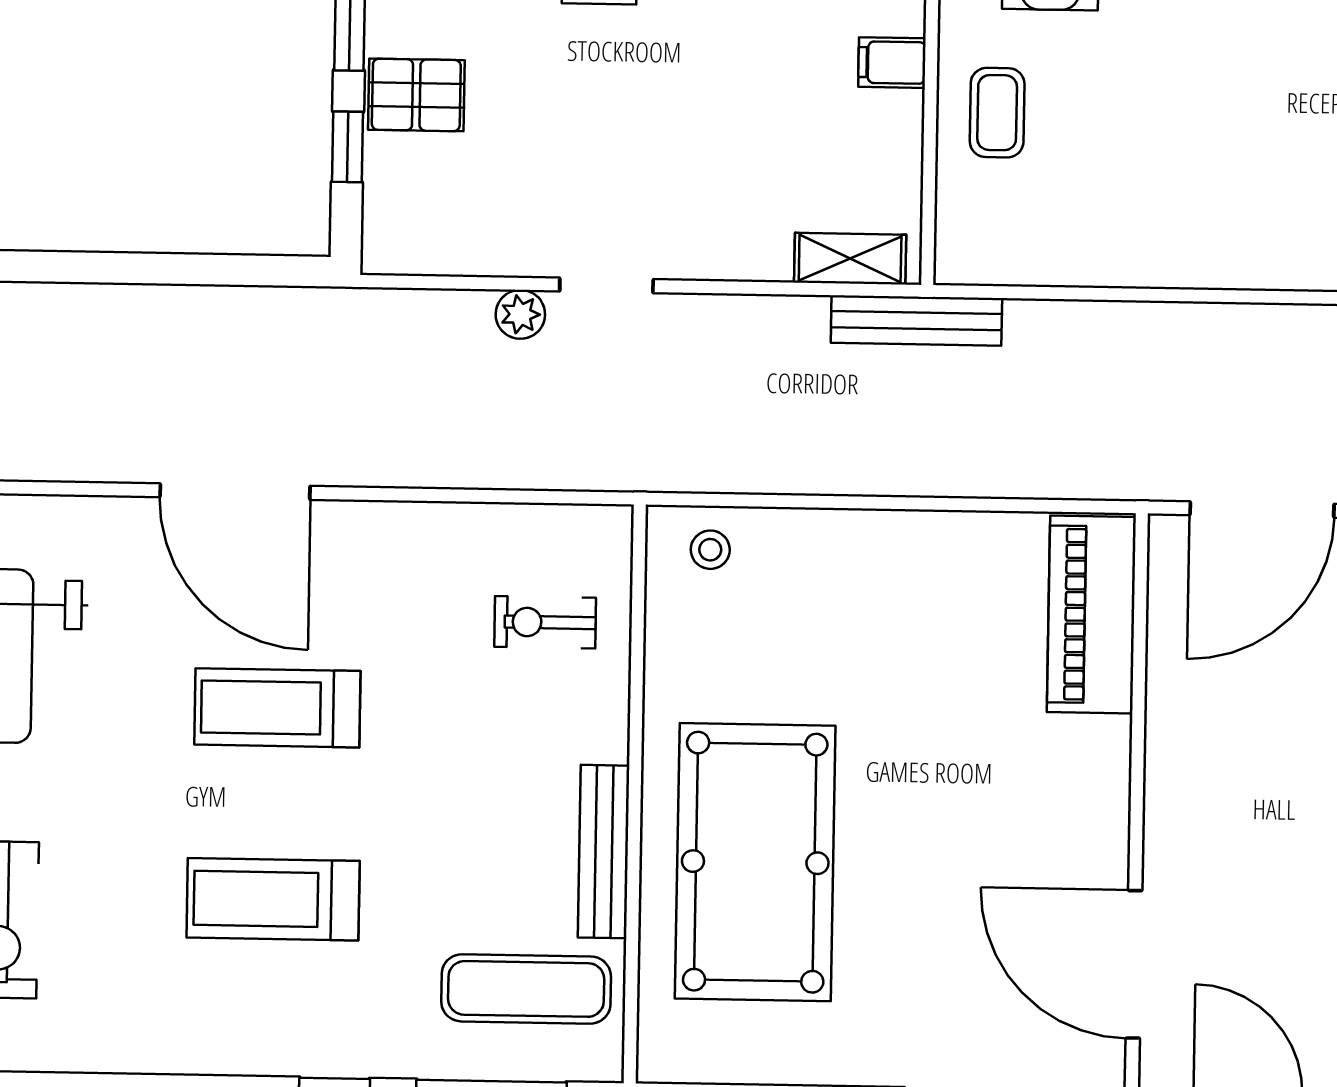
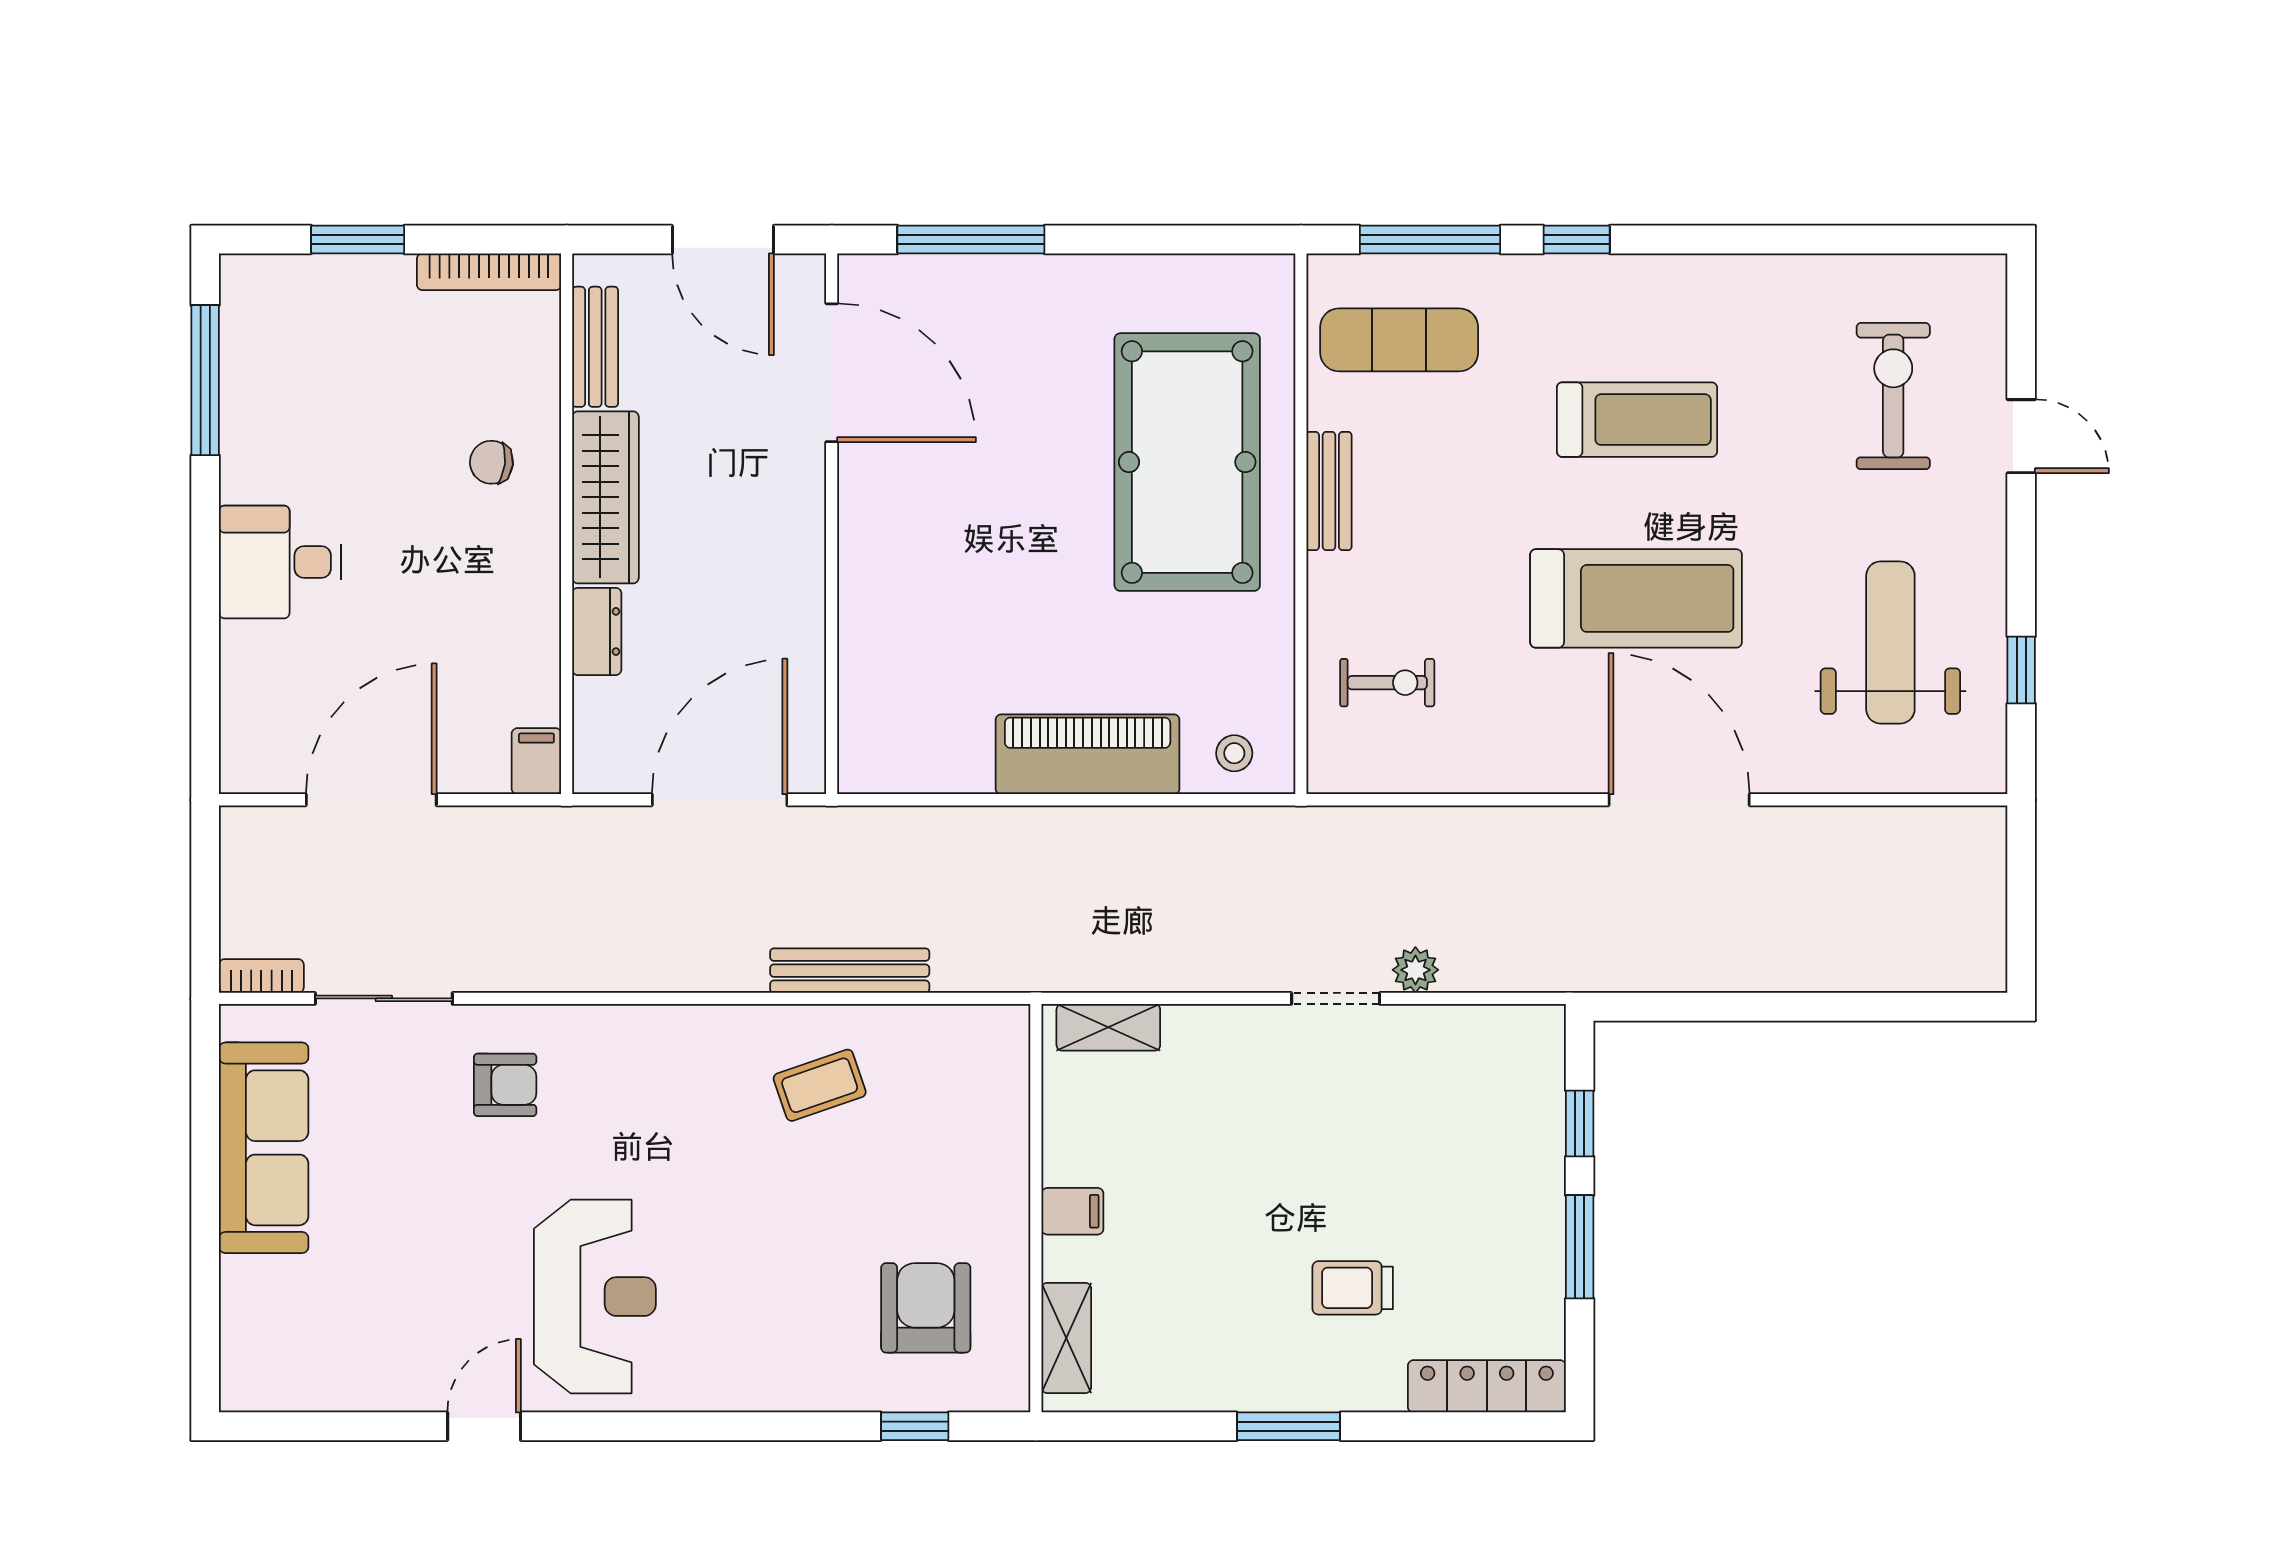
pallet: (416, 95) -> (1516, 1173), removed
coffee table: (997, 113) -> (820, 1085), moved, turned 71
bench: (916, 320) -> (850, 971), moved
piano: (1091, 615) -> (1088, 754), moved, turned -90
treadmill: (277, 708) -> (1636, 598), width x1.37, depth x1.38
bench: (604, 852) -> (1329, 491), width x0.73

